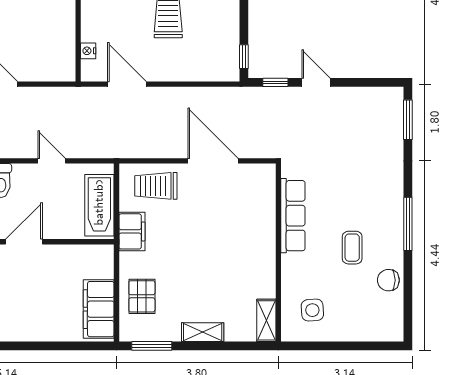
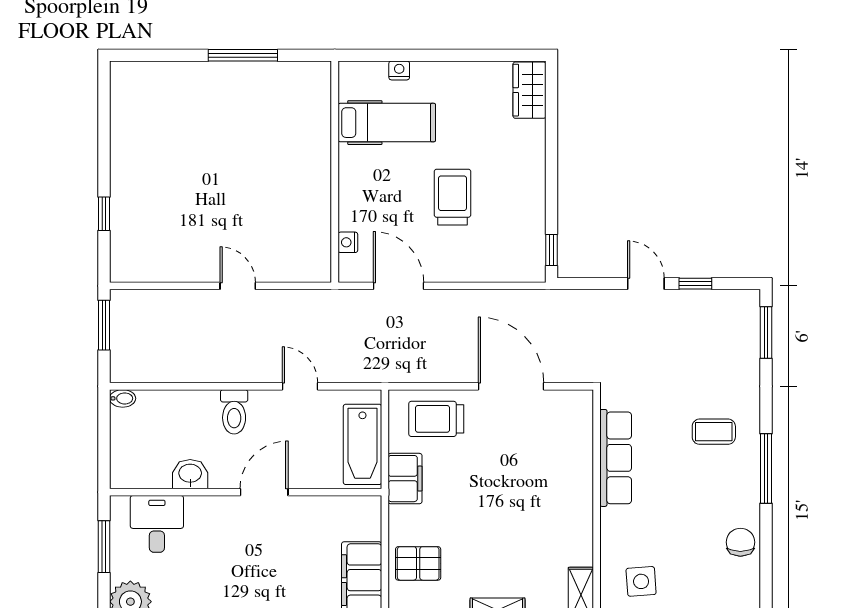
window: (275, 82) -> (695, 284), moved
coffee table: (352, 248) -> (714, 432), moved, turned 90
chair: (388, 280) -> (740, 542), turned 90
pallet: (142, 296) -> (418, 563), turned 90

